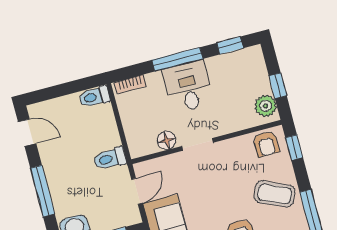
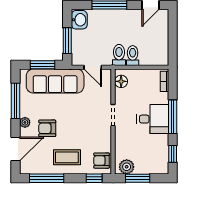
window: (278, 86) -> (138, 178), width x1.50
toilet: (94, 97) -> (133, 55), moved
floor lamp: (167, 140) -> (121, 81), moved
coffee table: (275, 194) -> (67, 157), turned 66

